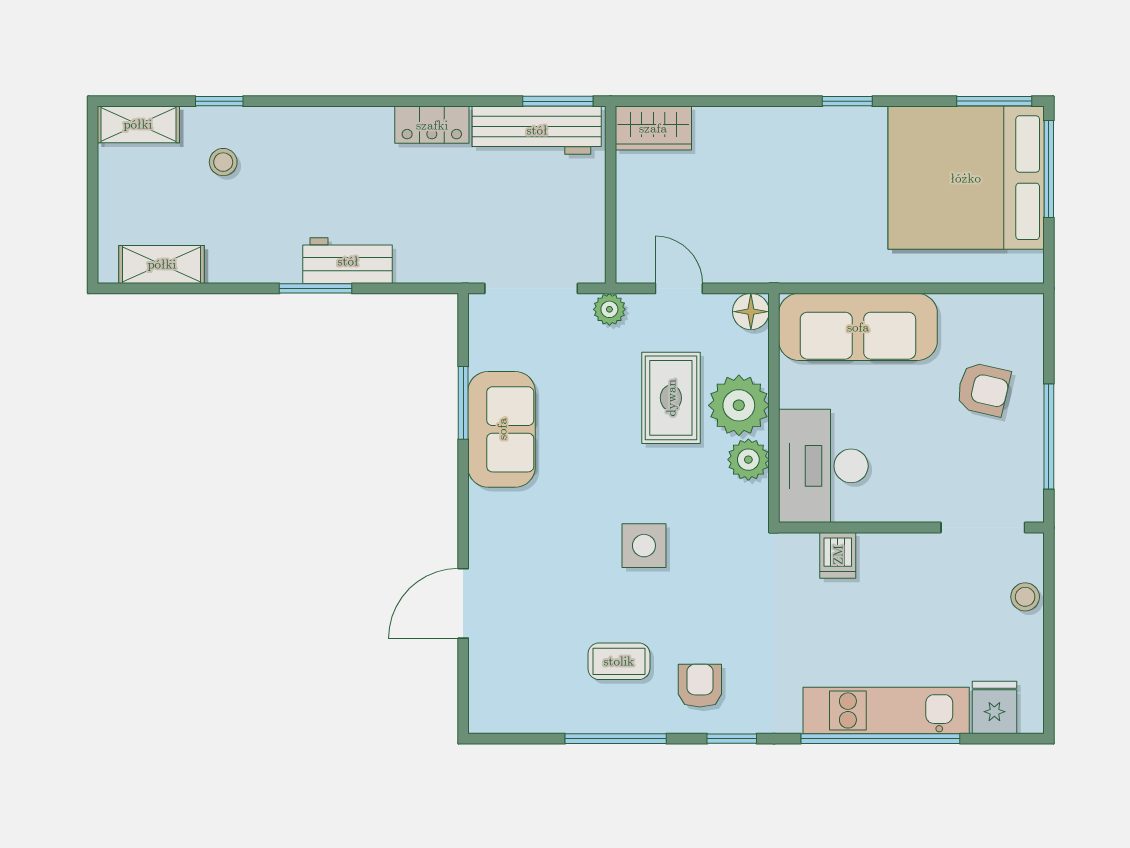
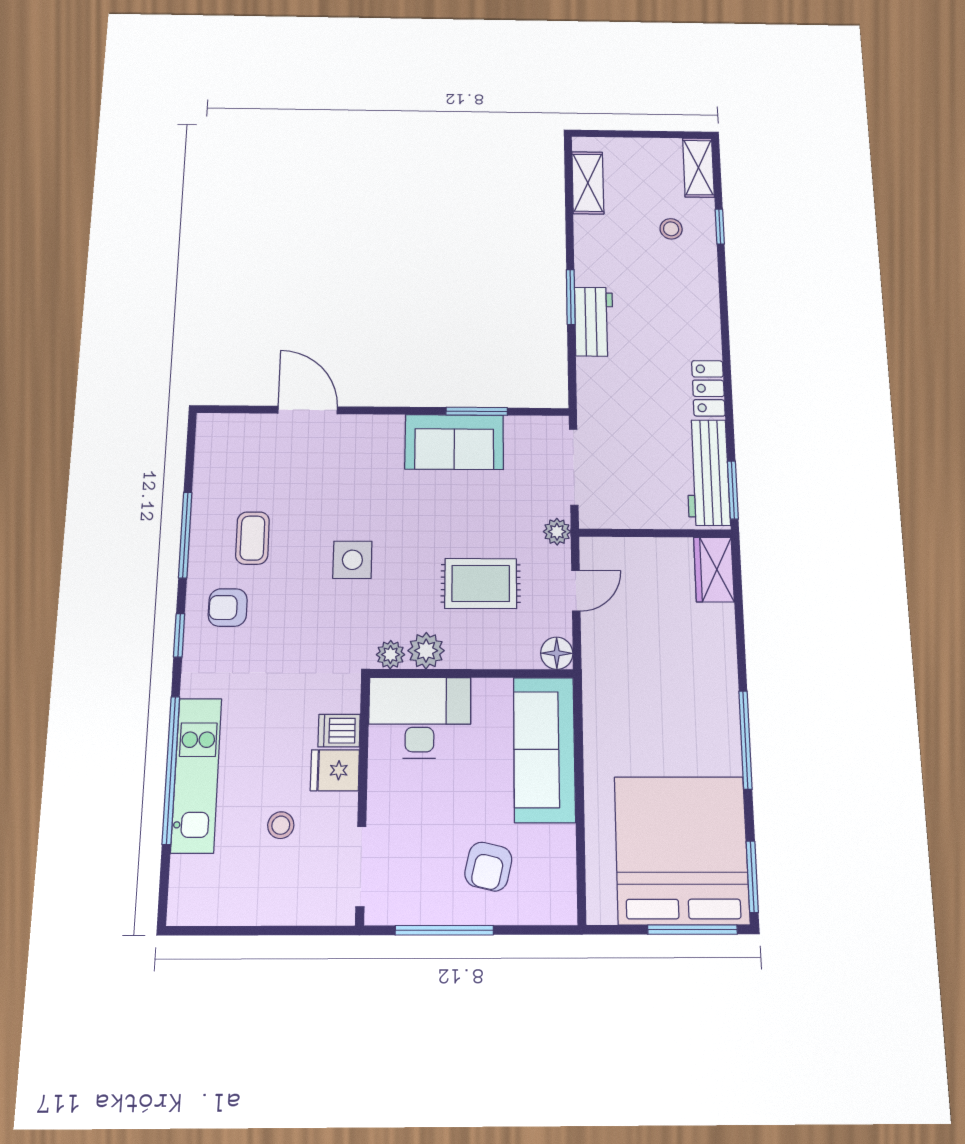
window: (847, 101) -> (745, 740), width x2.17
plant: (739, 405) -> (390, 655), moved, width x0.53, depth x0.53
stool: (1025, 597) -> (281, 825), moved
armchair: (700, 686) -> (228, 608), turned 180
fridge: (994, 707) -> (335, 770), moved, turned 180

